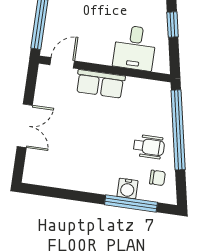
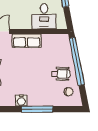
water cooler: (127, 189) -> (21, 101), moved
window: (131, 203) -> (37, 109), moved

